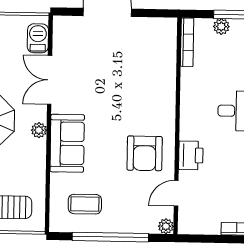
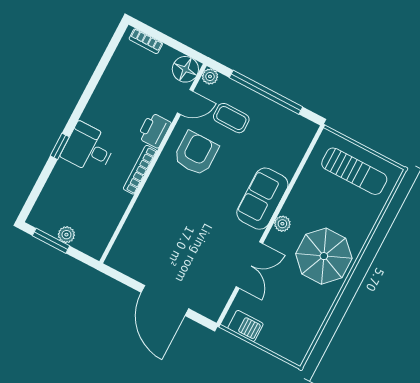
barbecue: (38, 38) -> (245, 326), moved, turned -90
bookcase: (187, 42) -> (140, 170), moved
coffee table: (85, 204) -> (231, 118), moved
floor lamp: (190, 222) -> (185, 69), added

